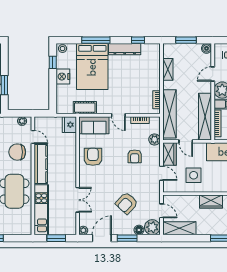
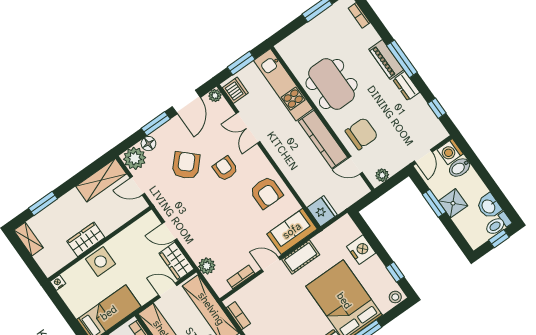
nightstand: (63, 77) -> (361, 250), moved
cot: (85, 108) -> (301, 257), moved
armchair: (135, 156) -> (225, 169), moved
side table: (194, 175) -> (101, 261), moved
dishwasher: (70, 225) -> (235, 90), added

